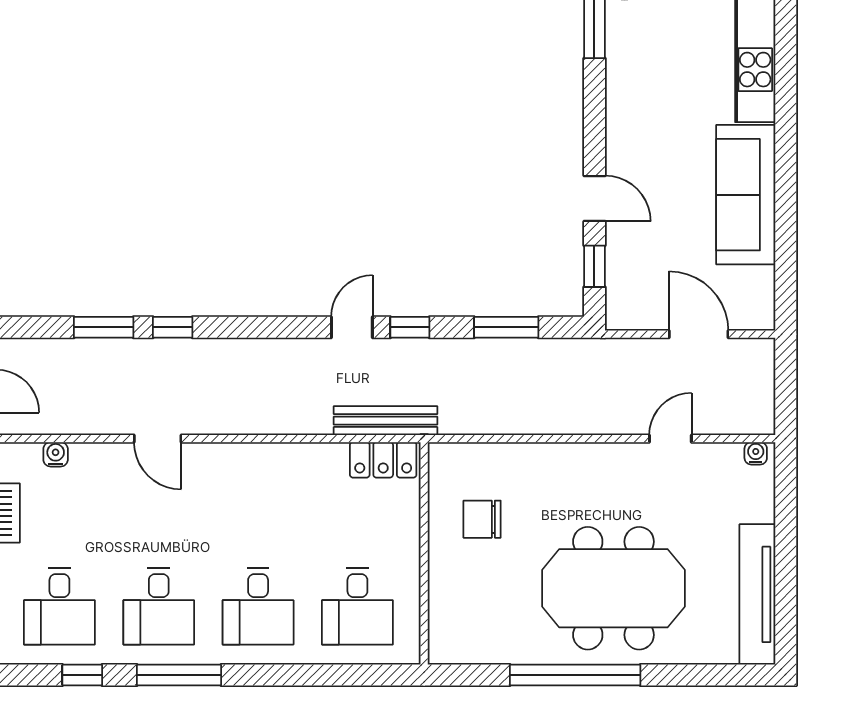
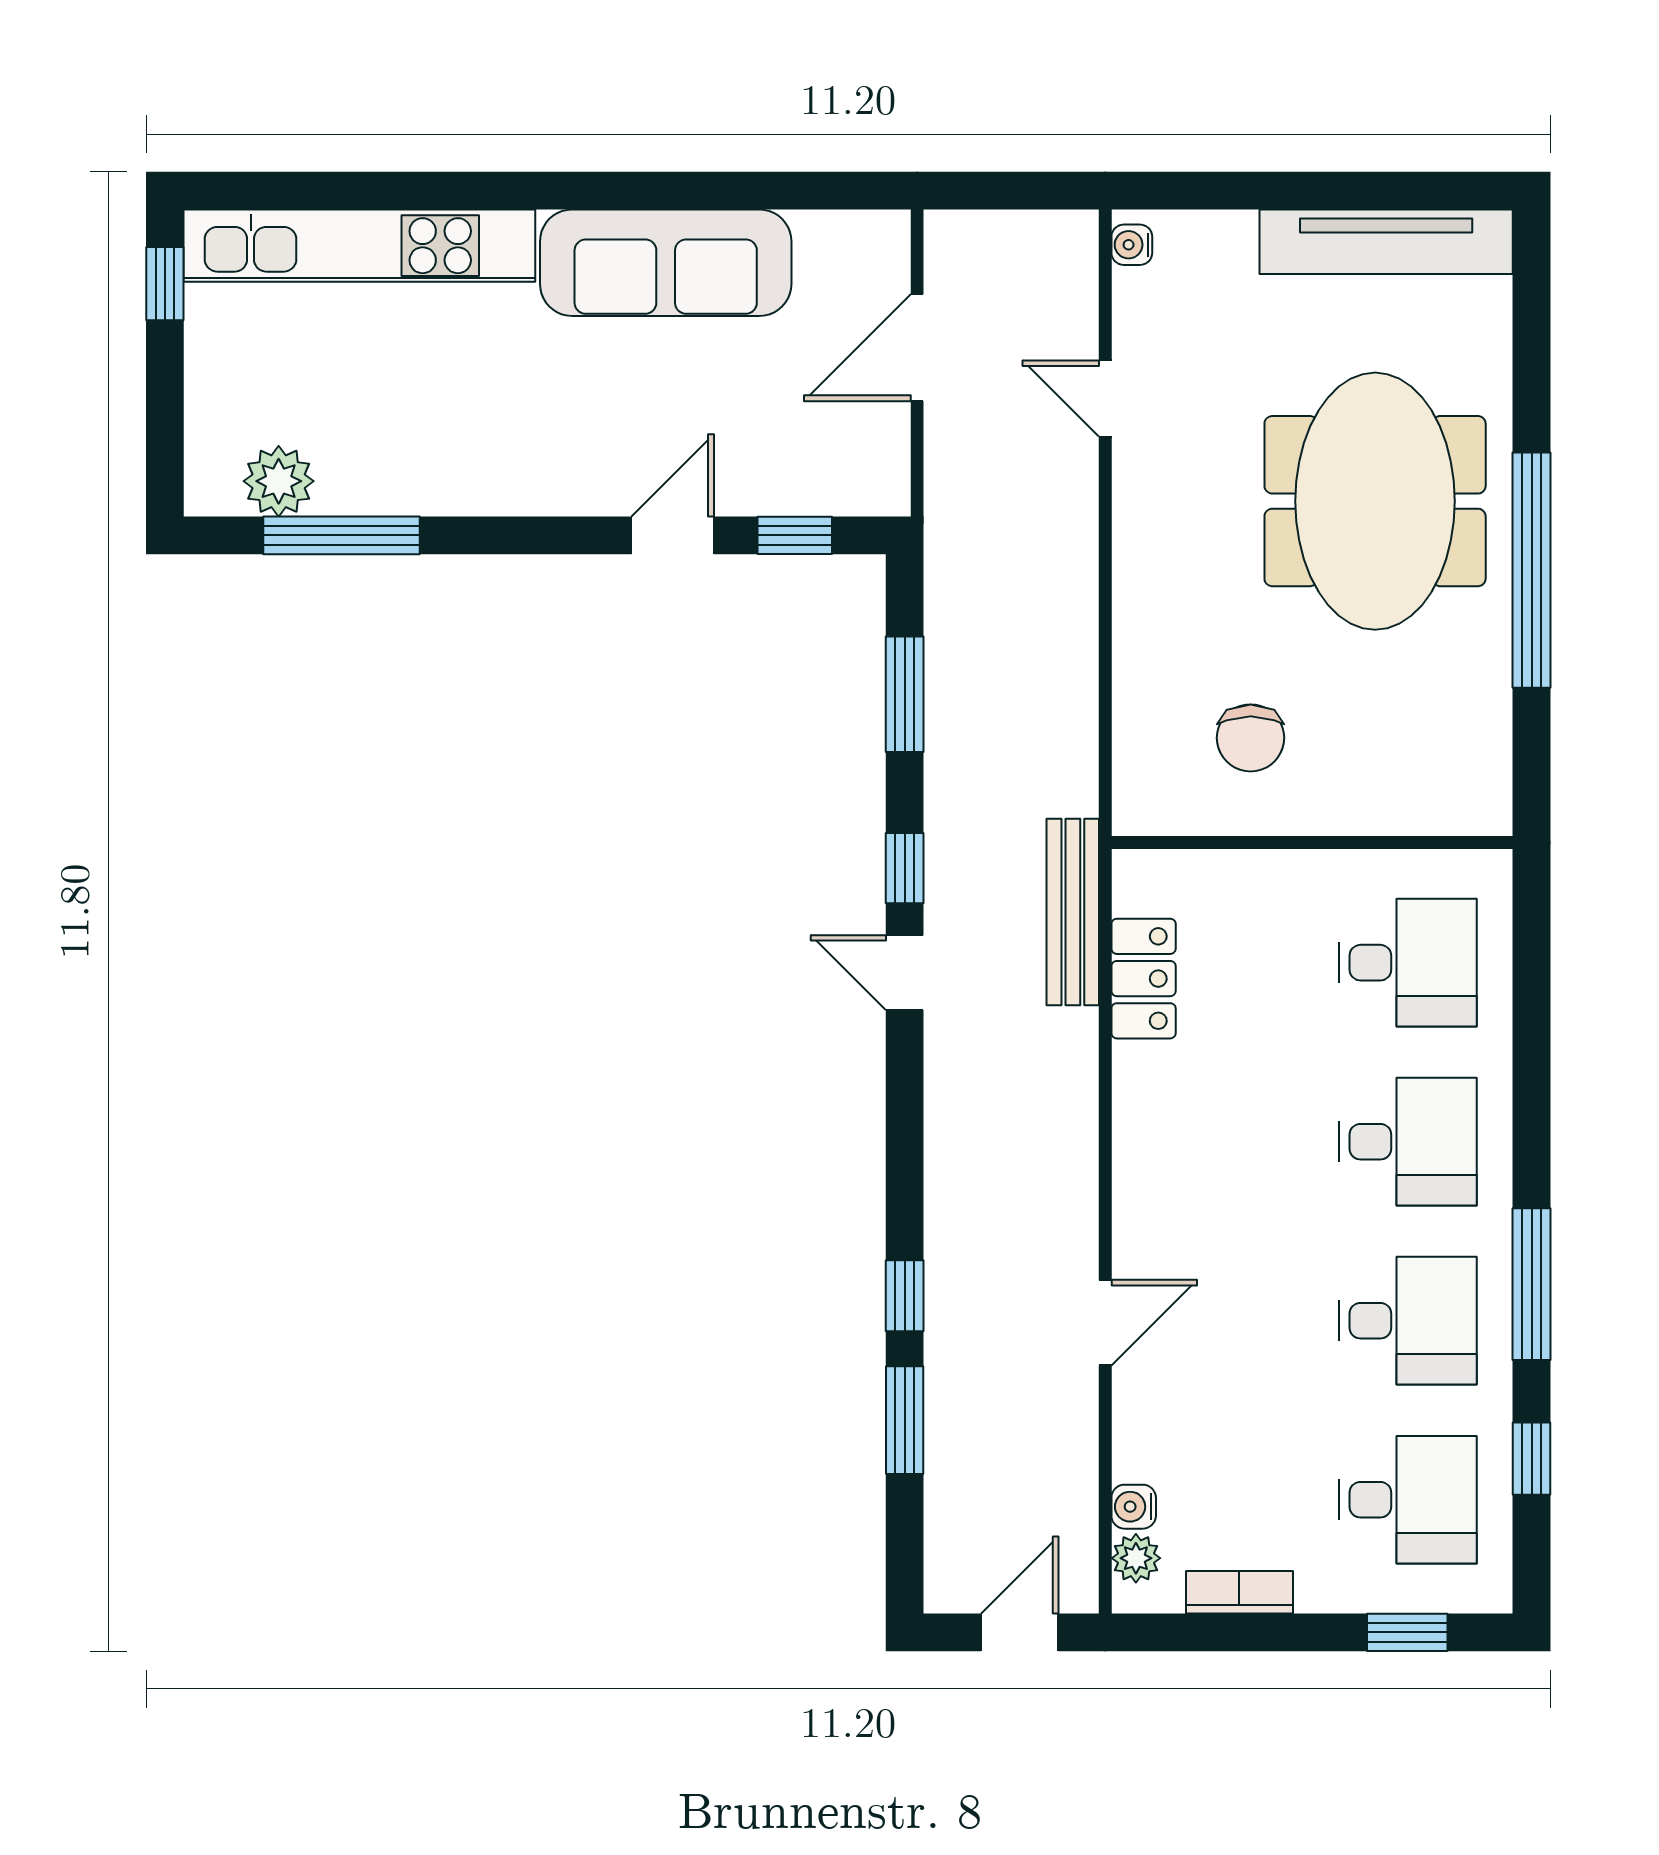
plant: (27, 456) -> (1136, 1558), added
locker: (383, 460) -> (1144, 979), moved

